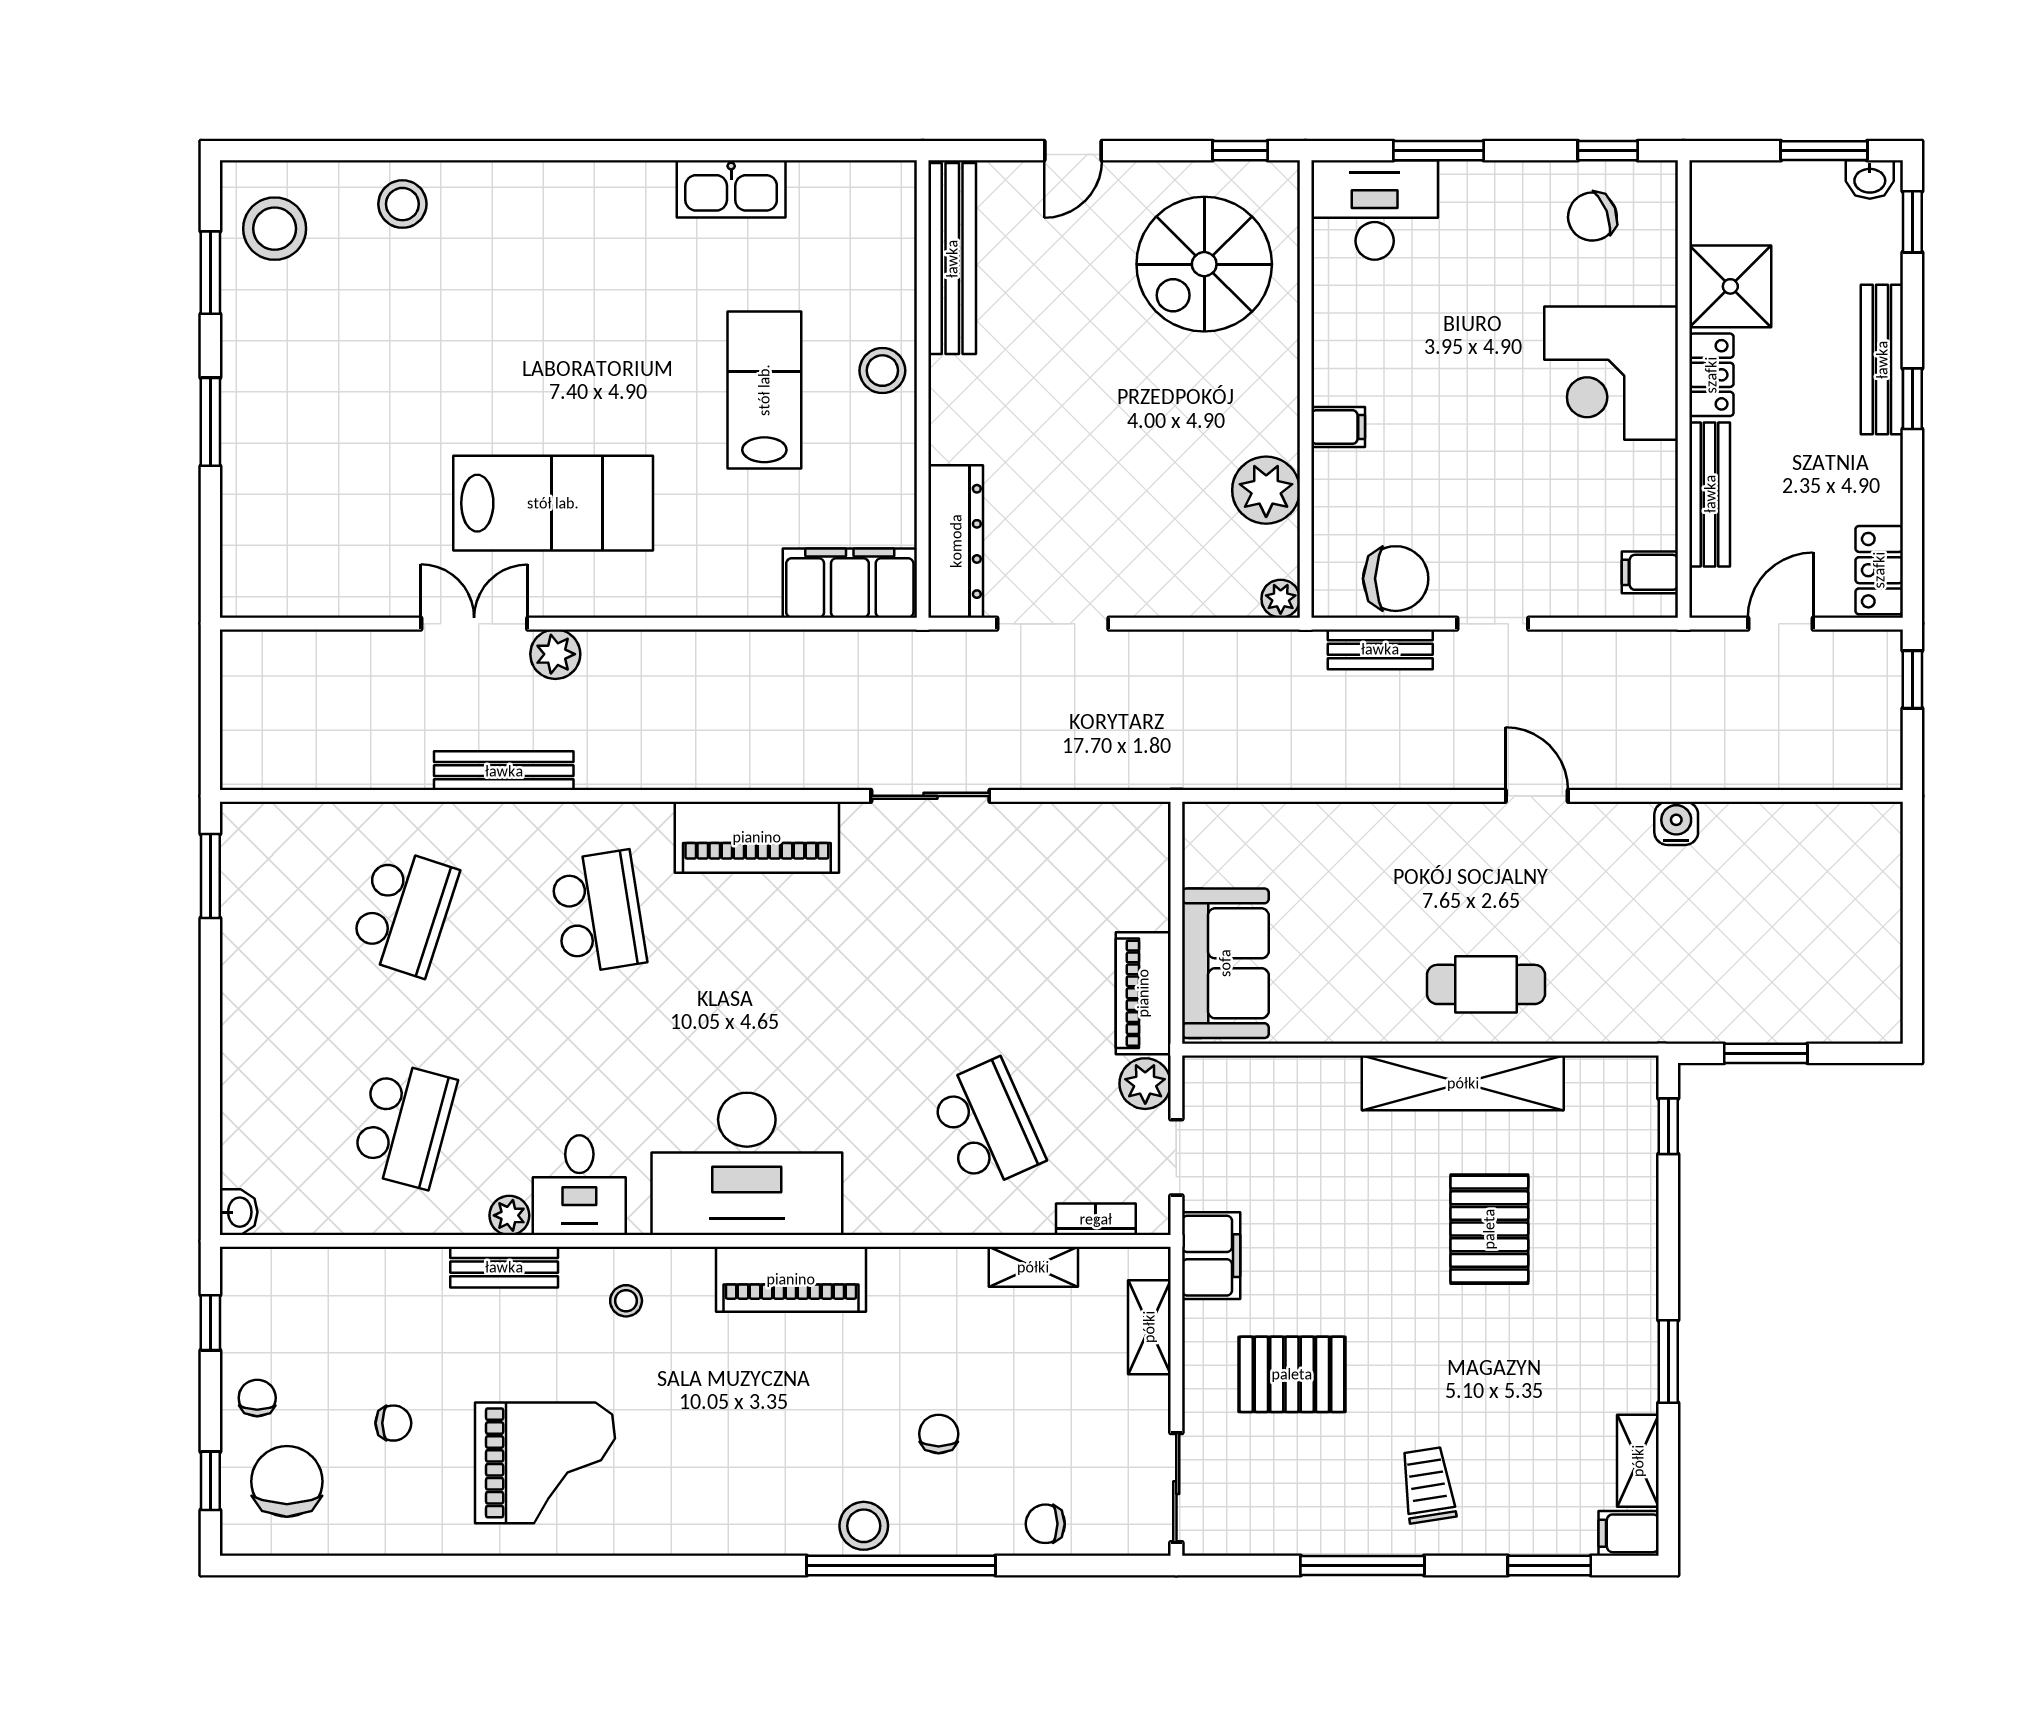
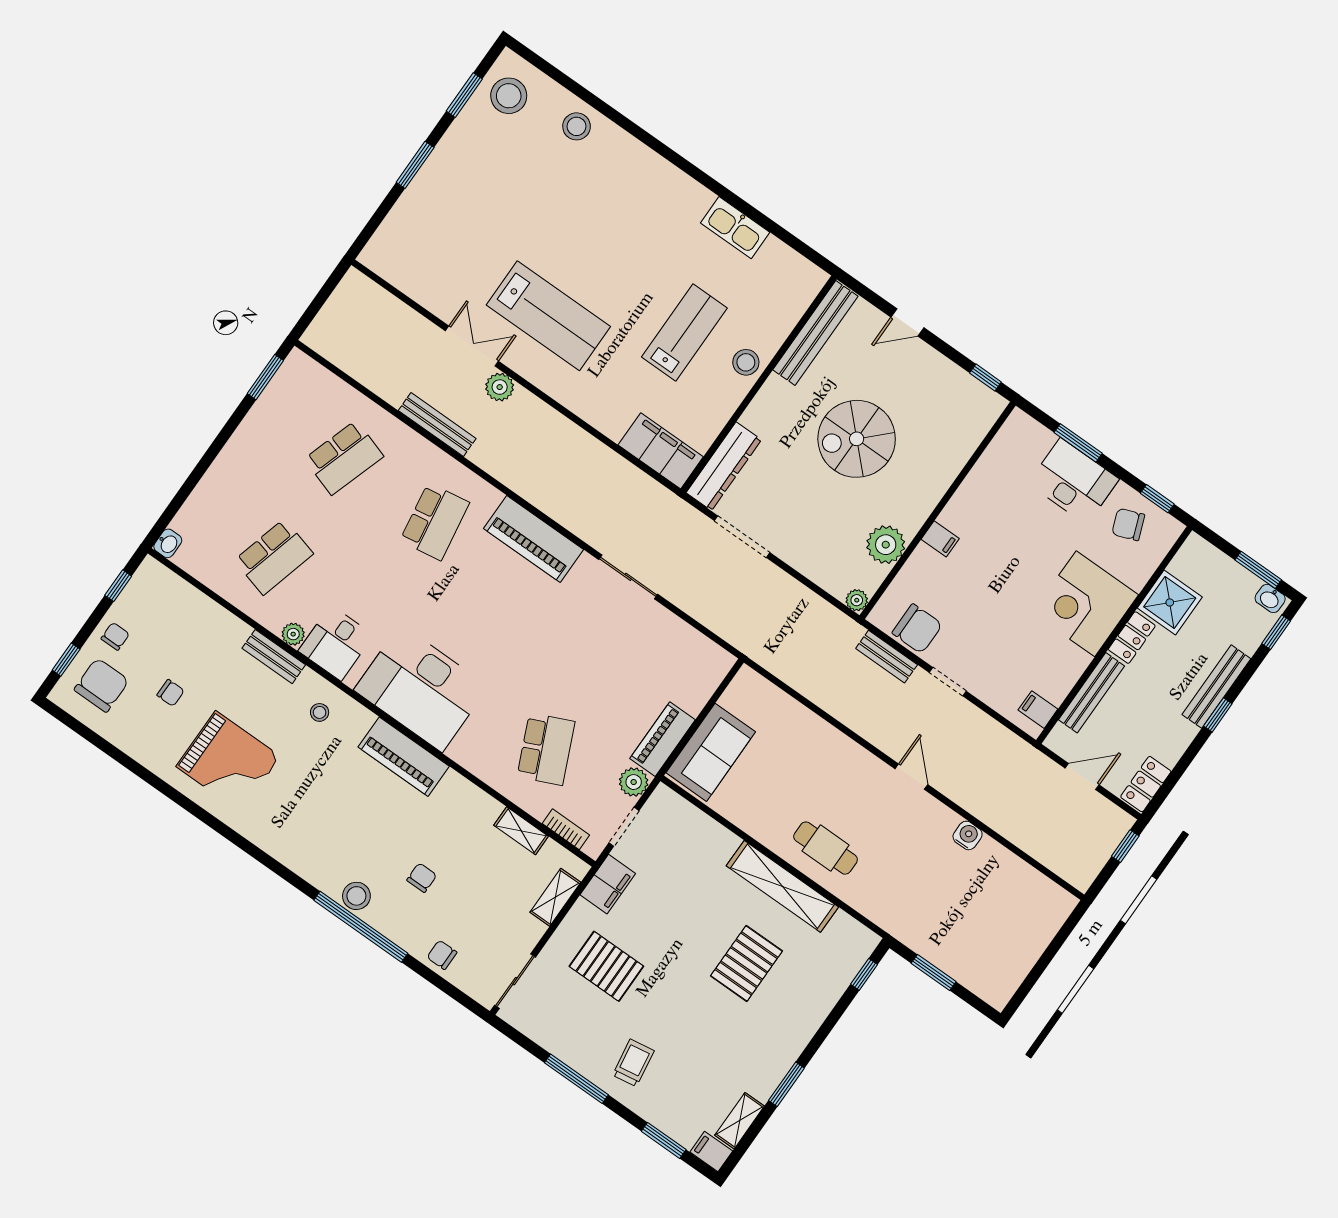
desk: (1375, 210) -> (1074, 481), moved
spiral stairs: (1204, 264) -> (857, 439), moved

